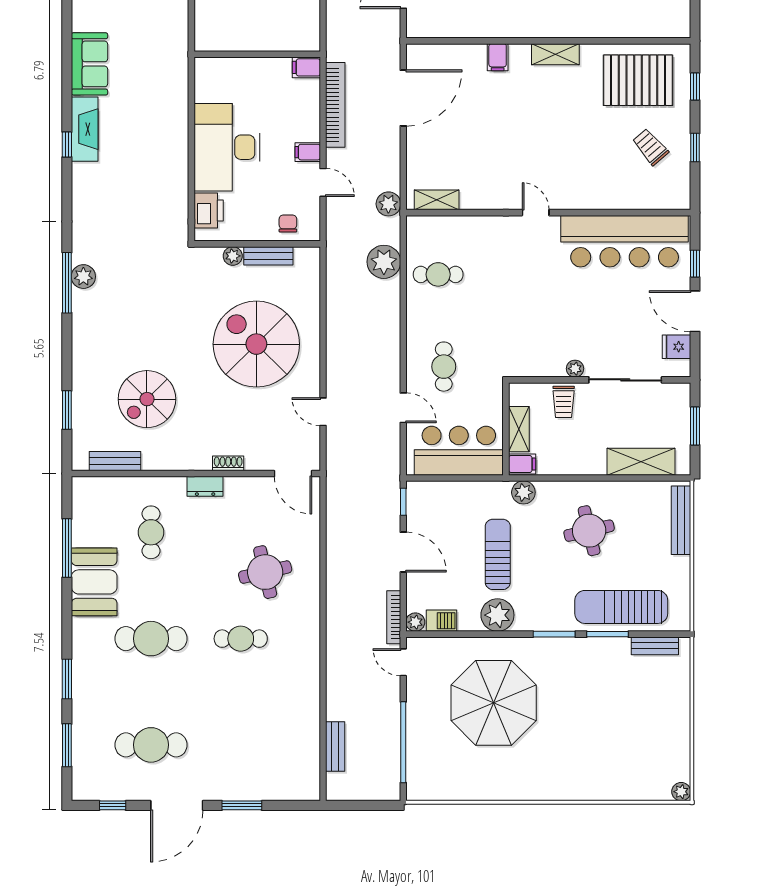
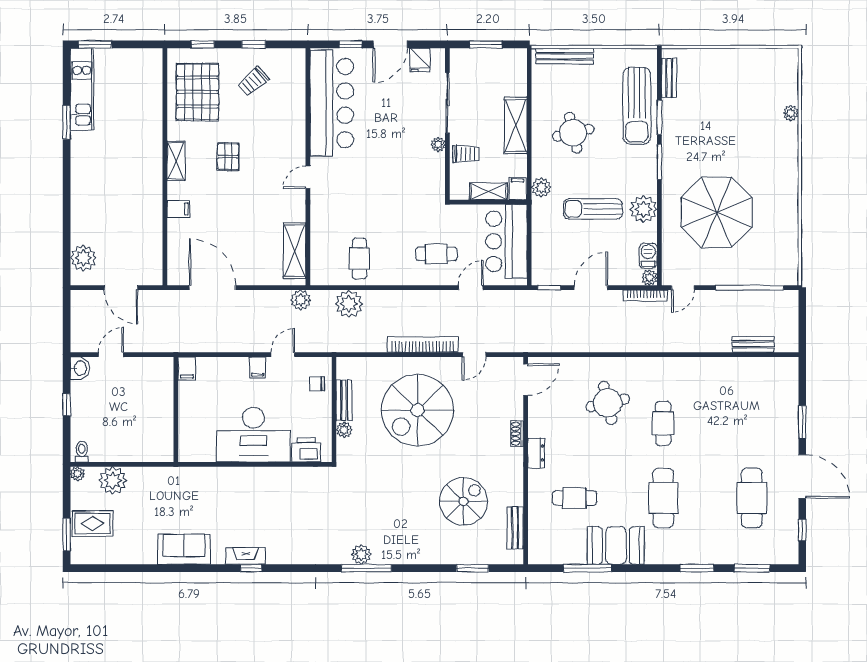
bookcase: (335, 105) -> (423, 344), moved
pallet: (560, 117) -> (228, 157), added
fireplace: (85, 129) -> (246, 556), width x0.73, depth x0.76
shelving: (437, 200) -> (295, 251), width x1.50, depth x1.33
spiral stairs: (147, 399) -> (463, 501), turned -90
shelving: (641, 462) -> (516, 125), moved
plant: (681, 792) -> (791, 113), moved

